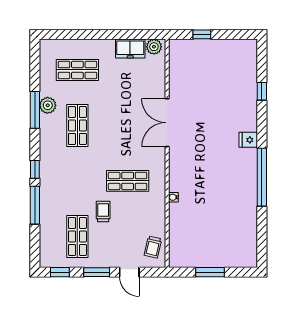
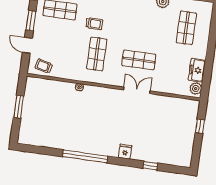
double door: (167, 123) -> (137, 90), width x0.73
shop shelf: (77, 125) -> (139, 60), moved
fridge: (248, 140) -> (125, 152), moved
trolley: (103, 212) -> (94, 24), moved
door: (129, 272) -> (27, 45), hinge flipped

